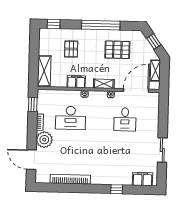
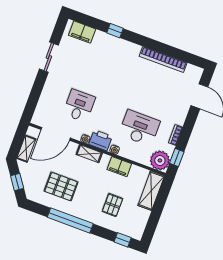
printer: (98, 97) -> (101, 140), added
plant: (44, 140) -> (160, 160), moved

